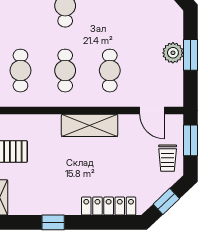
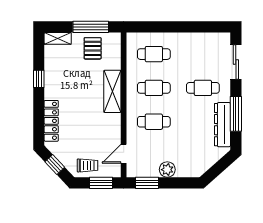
window: (190, 55) -> (147, 183), moved
shelving: (90, 125) -> (112, 91), moved
trolley: (168, 158) -> (88, 165), turned 180

